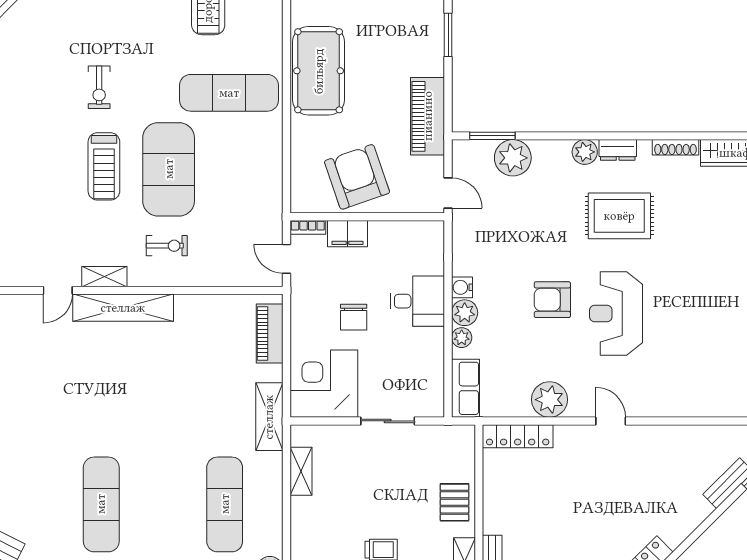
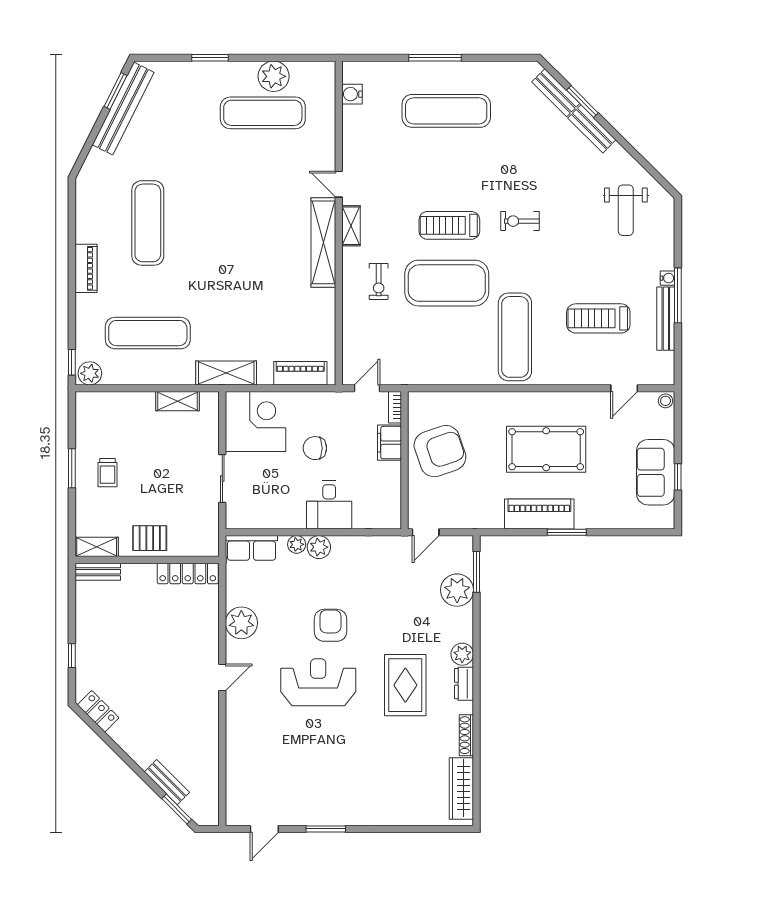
pool table: (319, 71) -> (546, 449), moved
piano: (428, 116) -> (539, 514), moved
water cooler: (462, 287) -> (342, 545), removed
locker: (518, 436) -> (188, 573), moved, turned -90
exercise mat: (101, 504) -> (148, 223), turned 90

